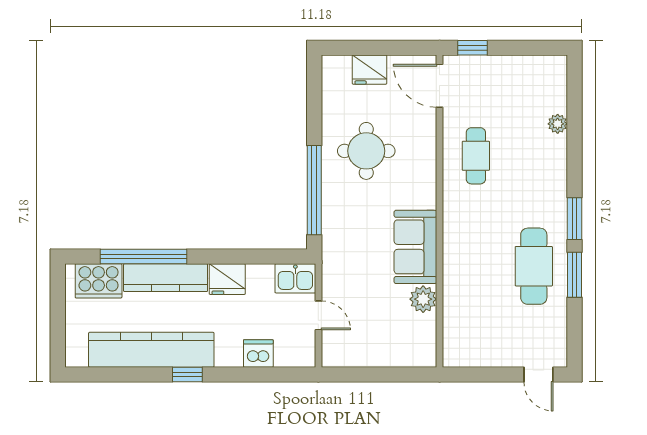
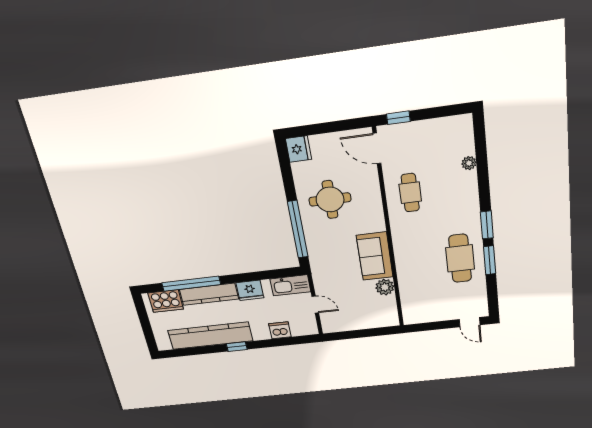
fridge: (369, 70) -> (298, 149), moved, turned -90
kitchen sink: (295, 278) -> (290, 285), width x1.38

